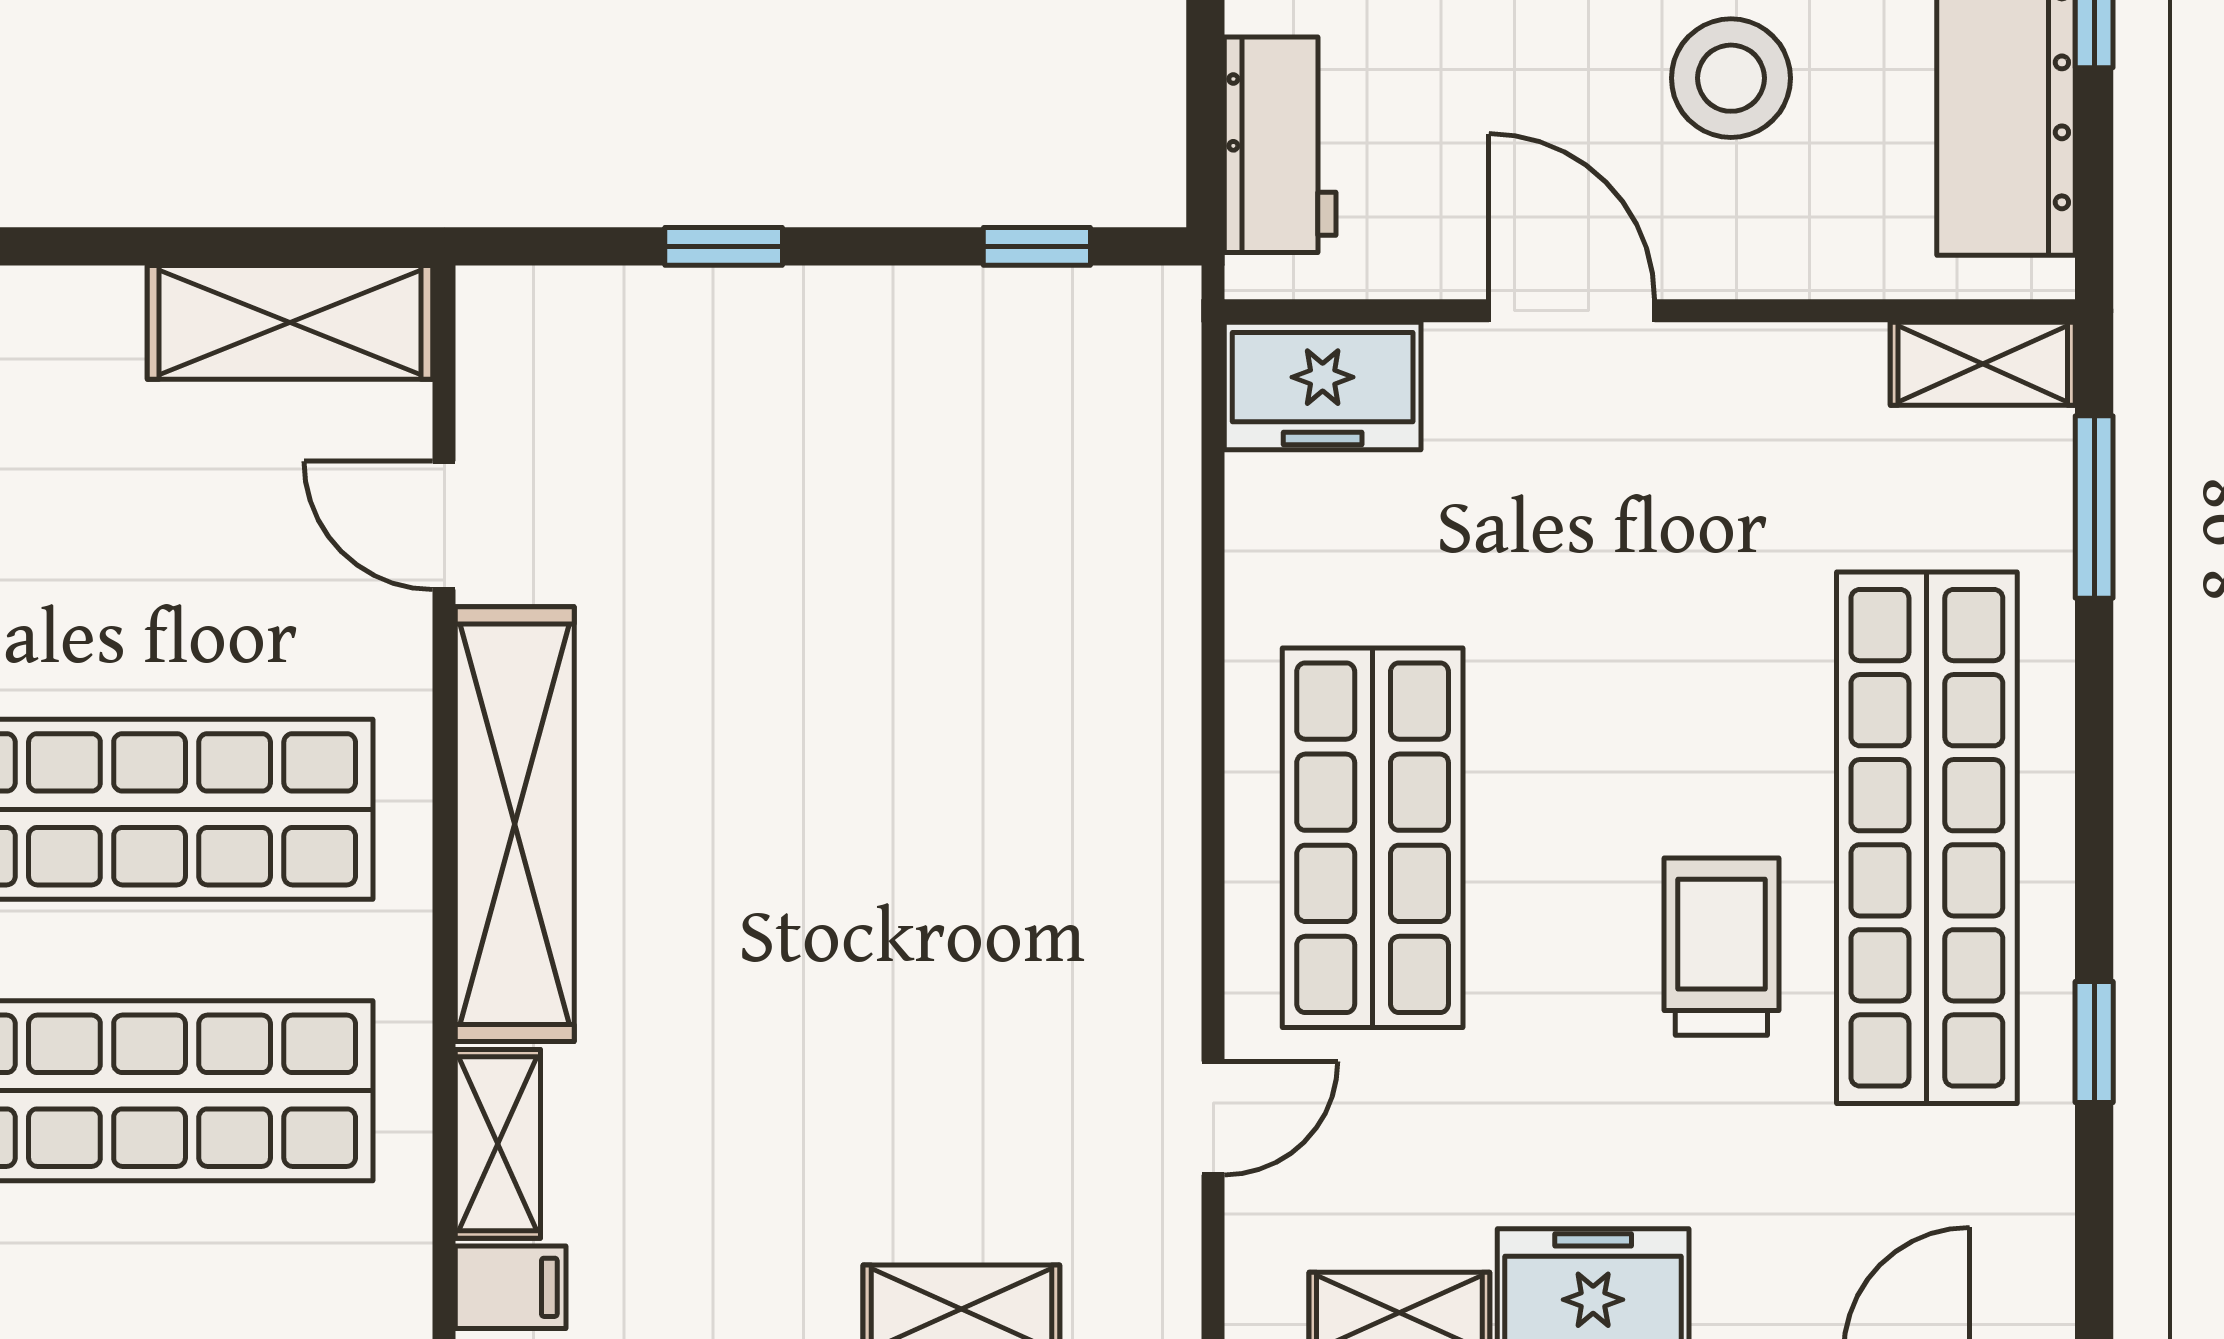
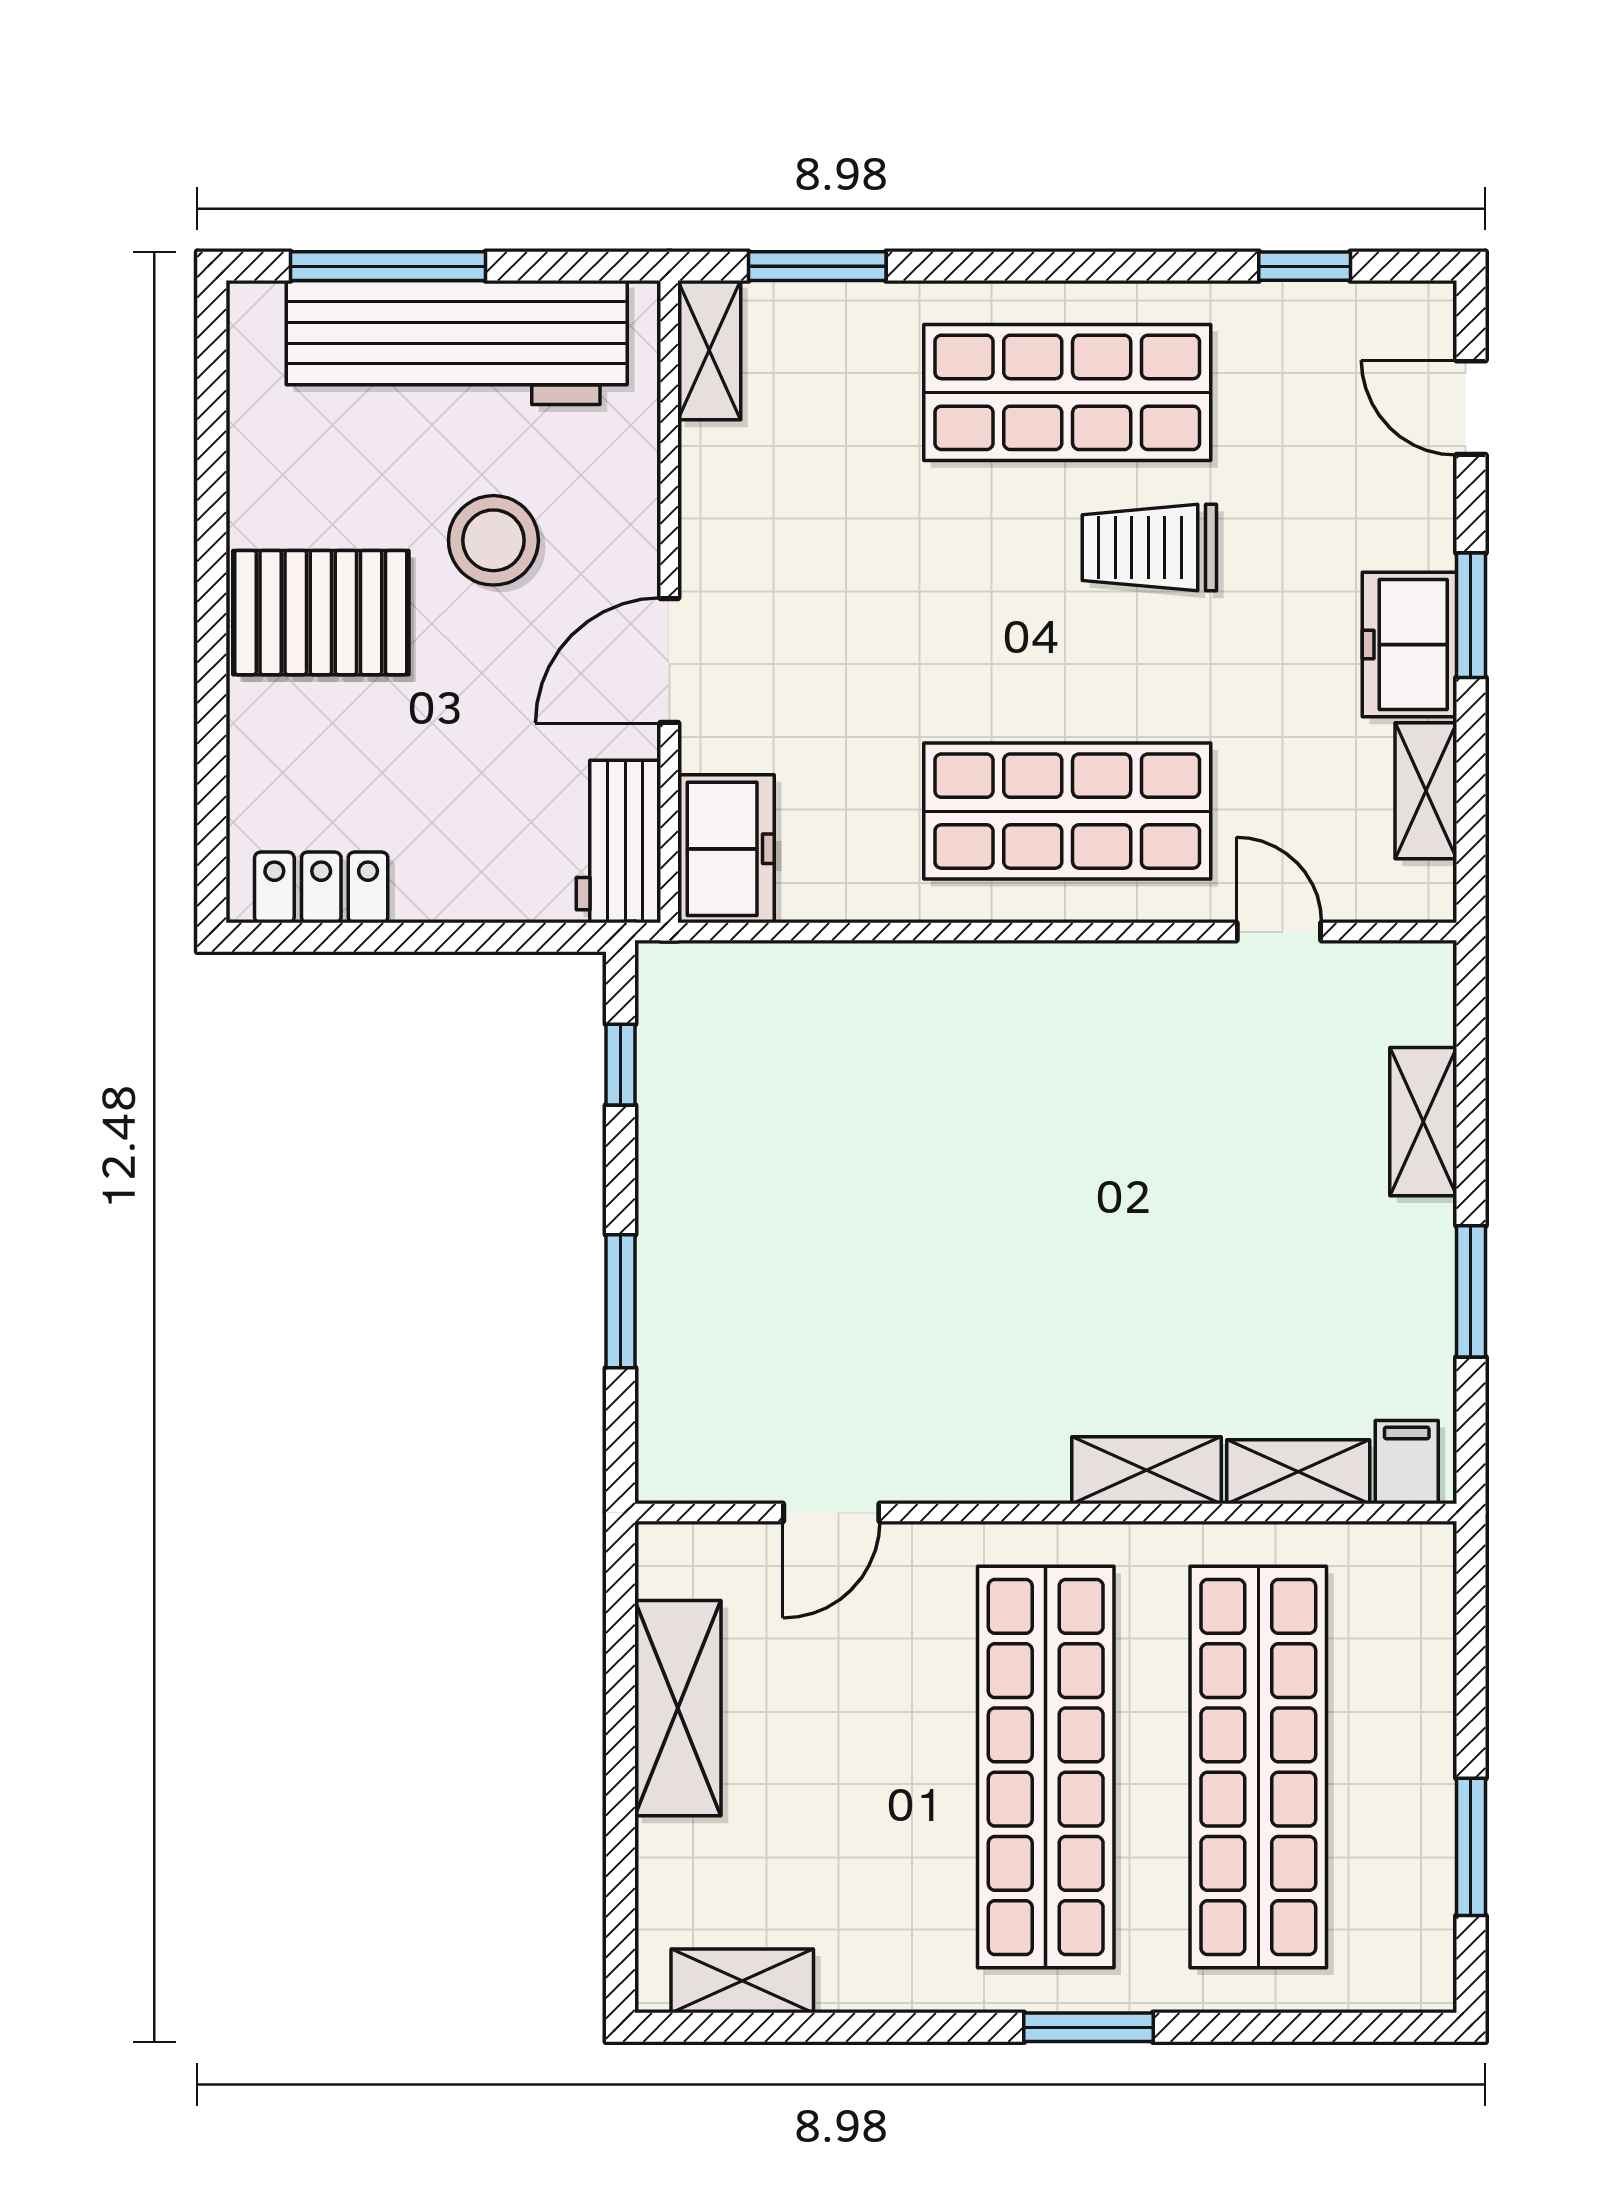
workbench: (1280, 145) -> (619, 842), moved, turned -90
window: (724, 246) -> (620, 1301), width x1.50
shelving: (290, 322) -> (678, 1708), moved
shelving: (515, 824) -> (1147, 1470), width x0.45, depth x0.75
shop shelf: (1927, 838) -> (1067, 392), width x0.71
window: (2094, 1042) -> (1305, 266), moved

